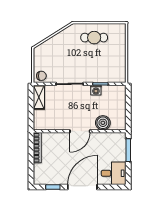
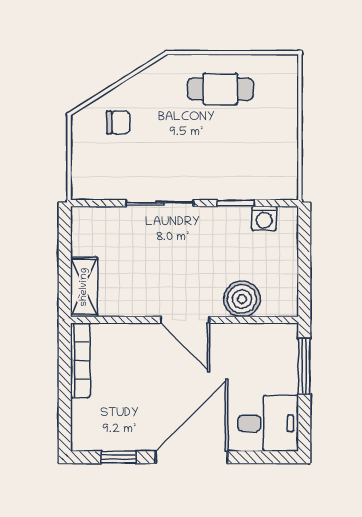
chair: (41, 76) -> (118, 122), moved
washing machine: (96, 90) -> (264, 218), moved
shelving: (39, 97) -> (84, 287), moved
door: (80, 131) -> (185, 320), hinge flipped

